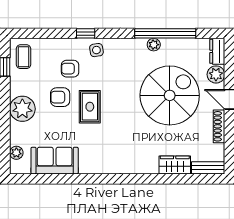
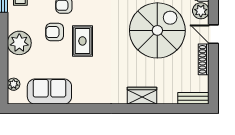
wardrobe: (175, 165) -> (142, 96), moved

